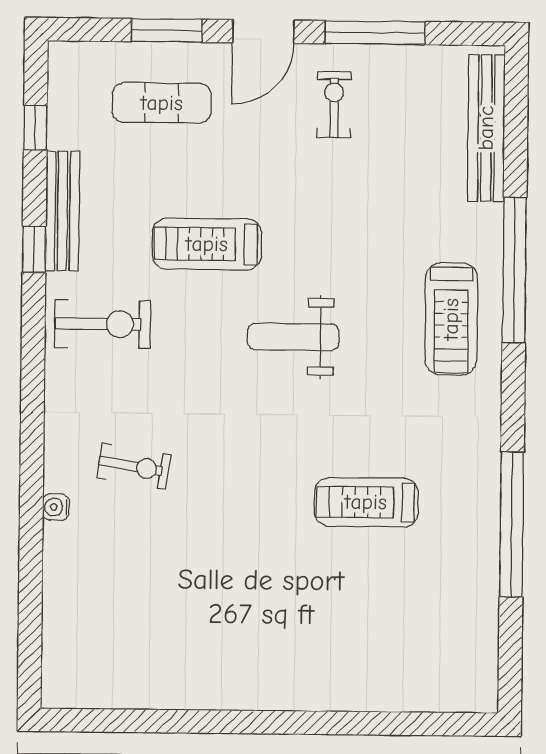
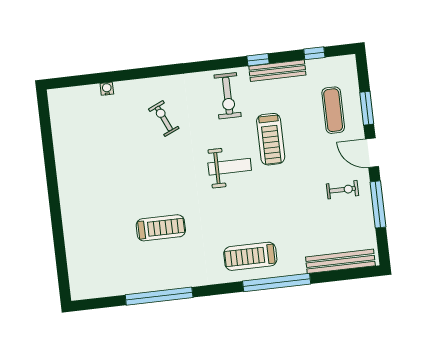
treadmill: (207, 244) -> (271, 139), turned 180
weight bench: (293, 337) -> (230, 167), moved, turned 90
exercise bike: (134, 466) -> (164, 119), turned 147
treadmill: (366, 502) -> (161, 228), turned 90
water cooler: (56, 507) -> (107, 89), moved

